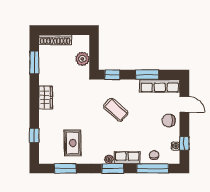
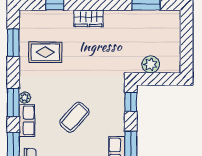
shoe rack: (55, 40) -> (174, 30), removed
wardrobe: (46, 97) -> (88, 18), moved
coffee table: (116, 110) -> (74, 117), moved

